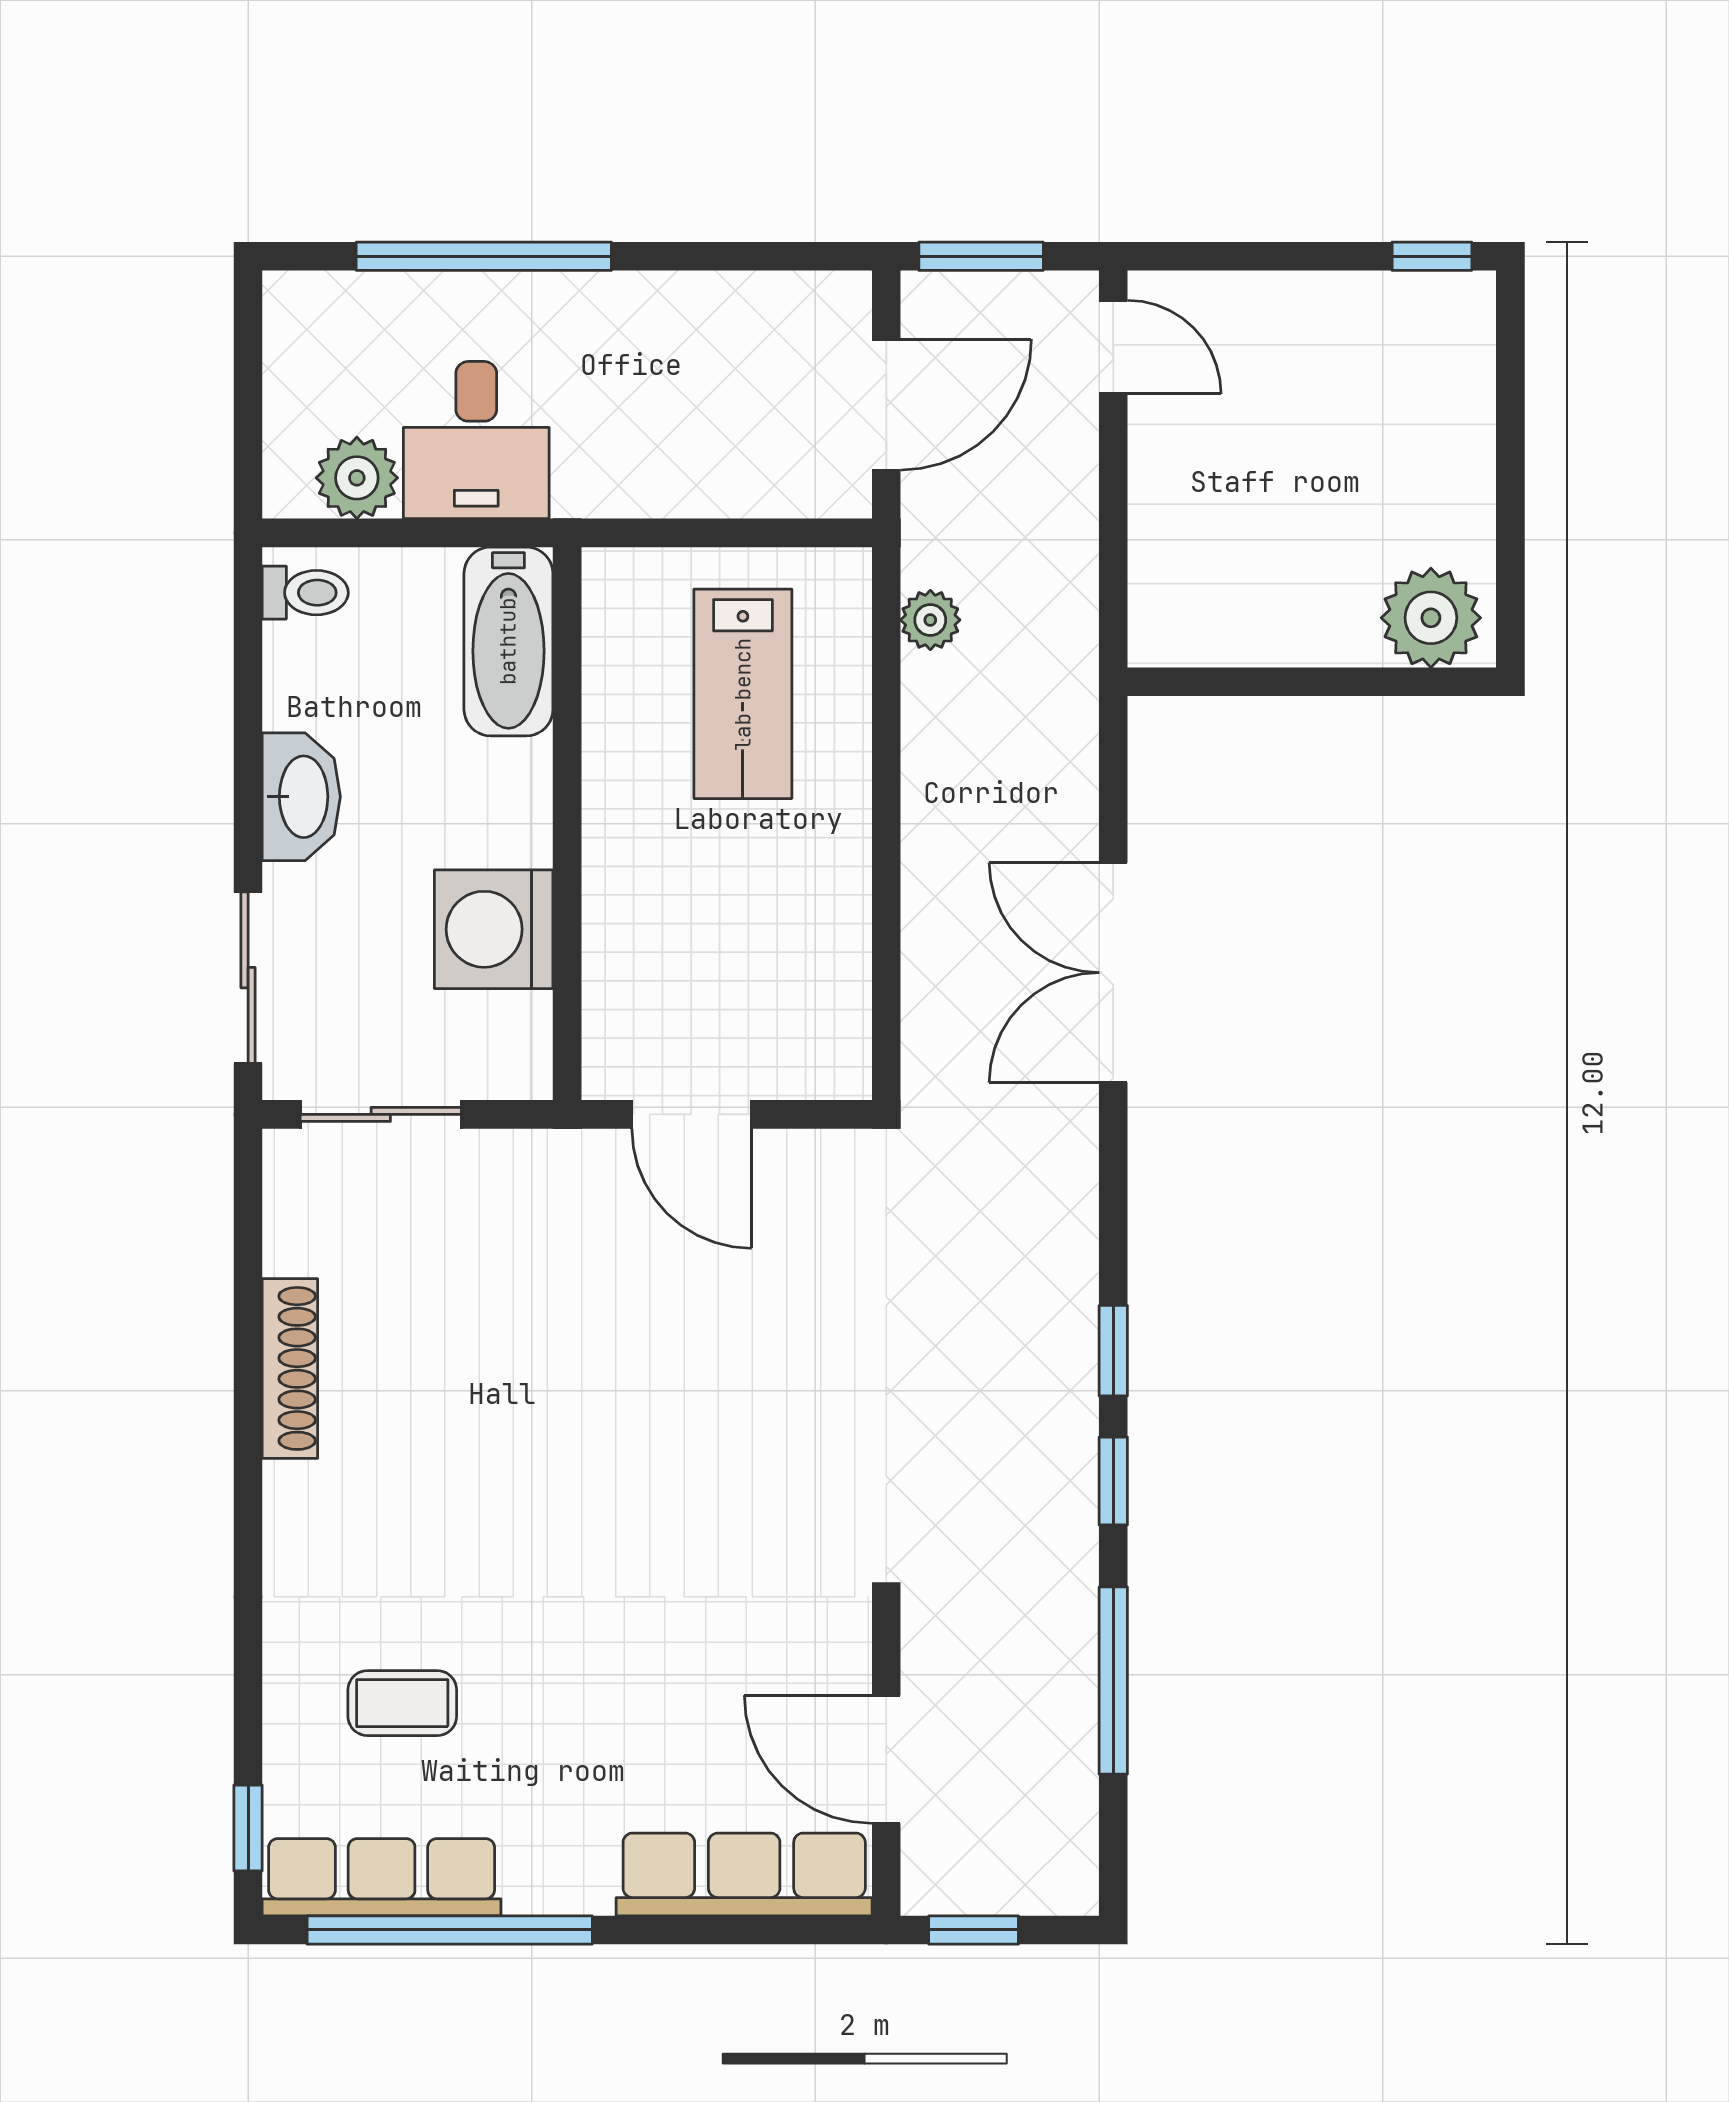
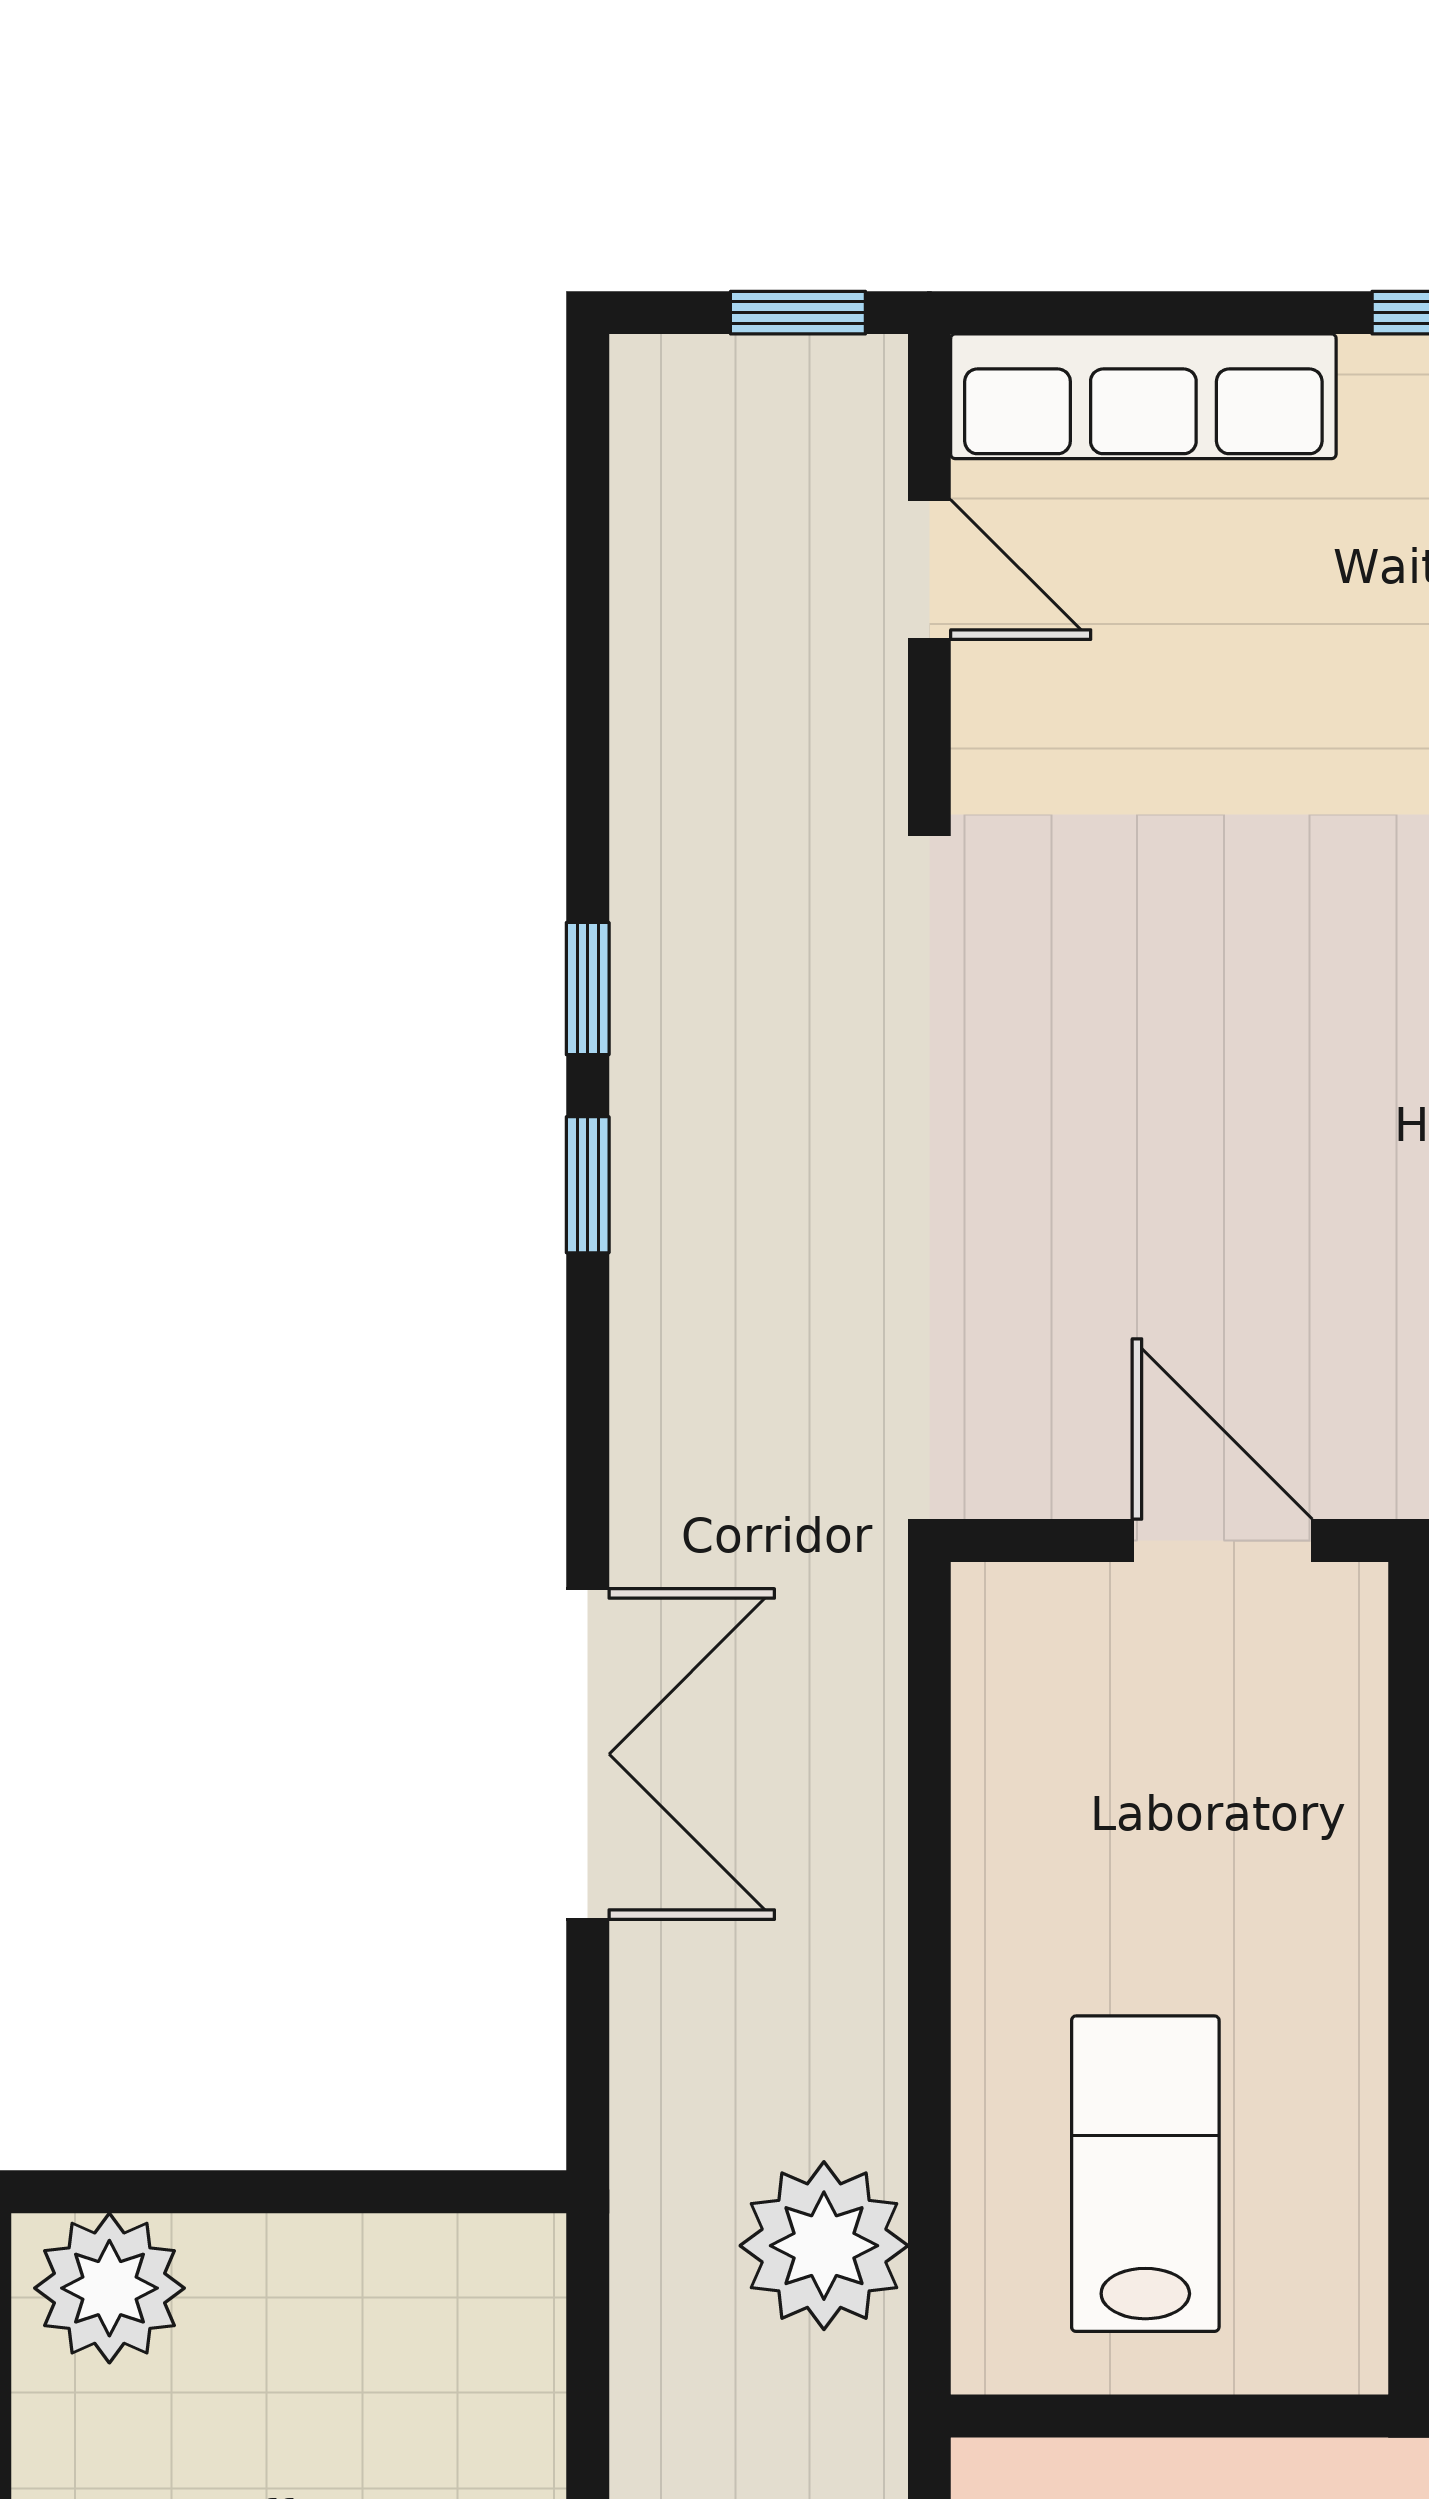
plant: (930, 620) -> (824, 2246), width x1.88, depth x1.88
window: (1113, 1681) -> (588, 688), removed
door: (886, 1759) -> (929, 569), width x0.73

